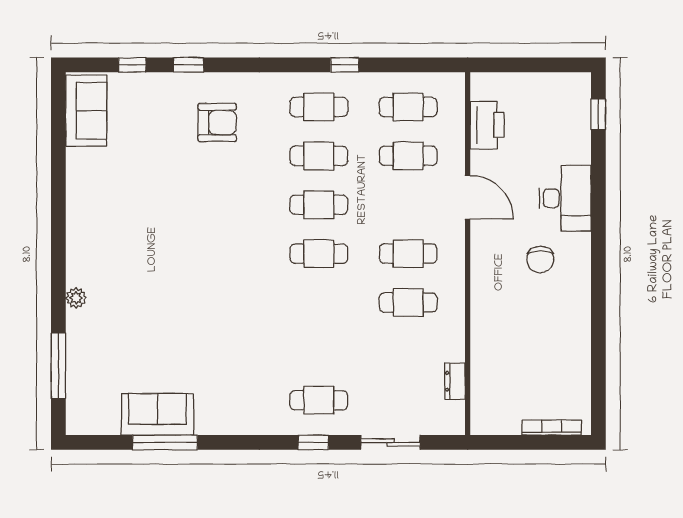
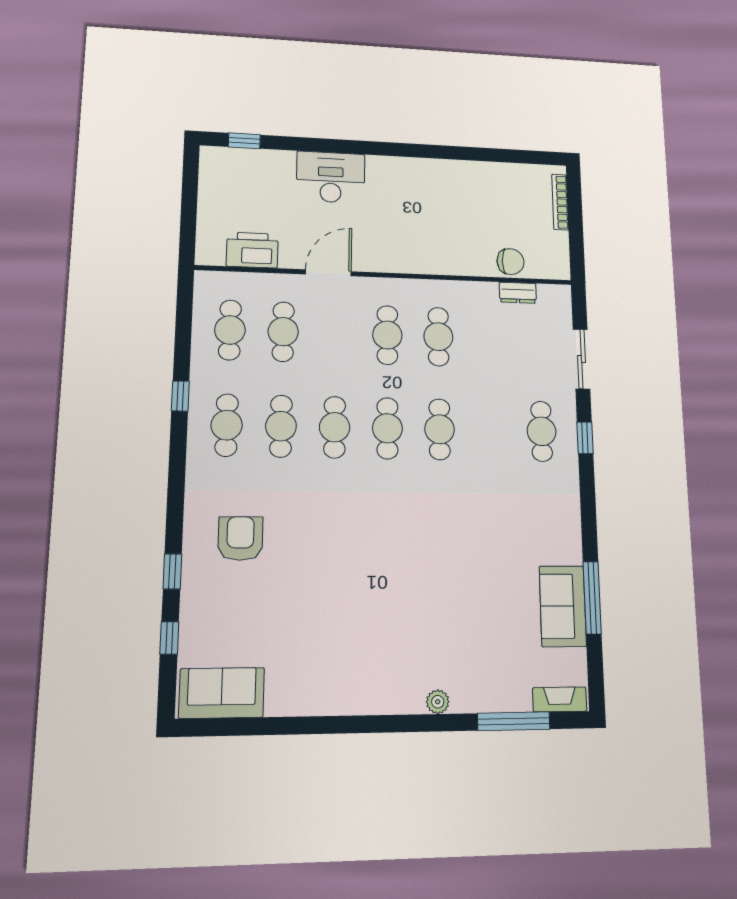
chair: (540, 260) -> (511, 262), moved
cafe table: (319, 302) -> (440, 429), added
fireplace: (76, 408) -> (560, 699), added

